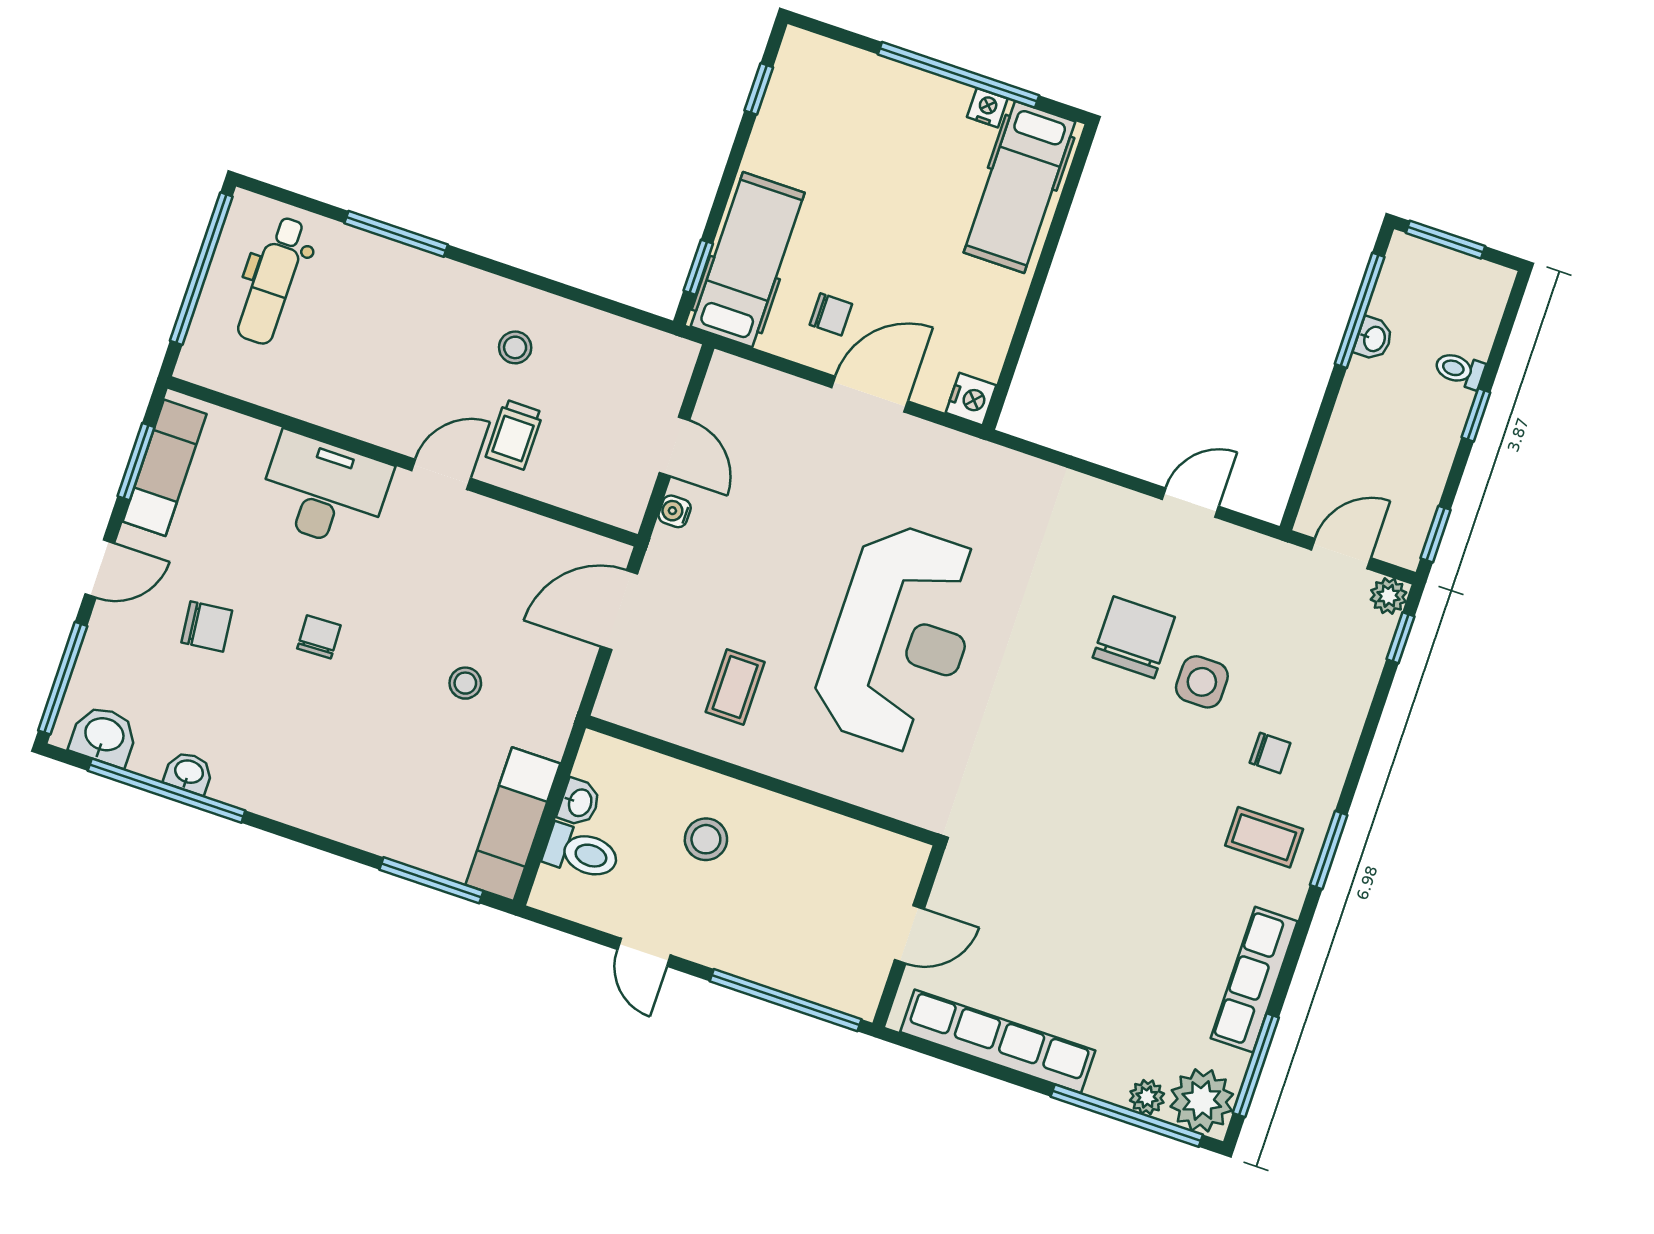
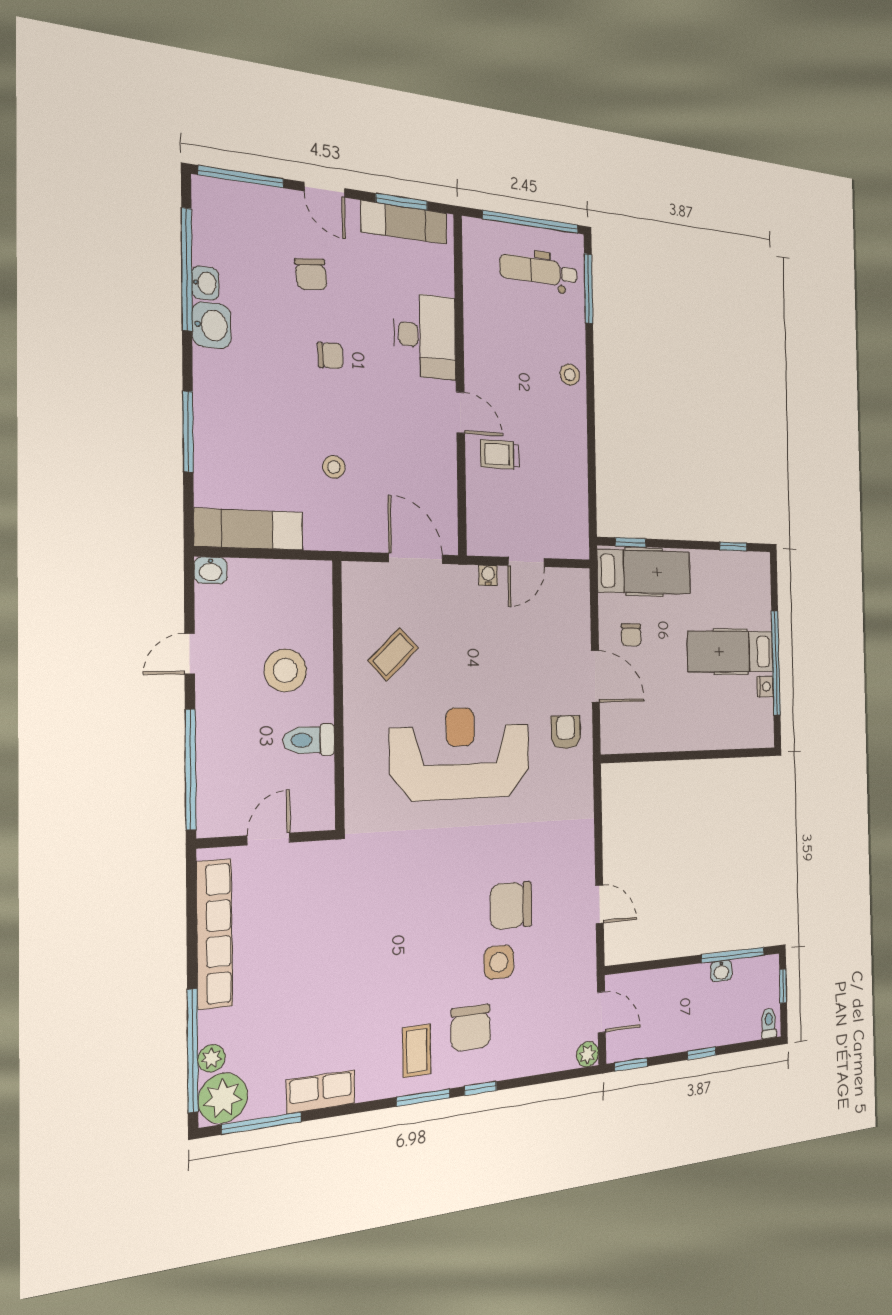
hospital bed: (1020, 187) -> (731, 652), moved
window: (396, 234) -> (588, 289), moved
window: (1445, 240) -> (783, 986), width x0.67
stool: (515, 347) -> (570, 375), moved
toilet: (1460, 370) -> (769, 1023), moved
nightstand: (971, 399) -> (613, 741), removed
armchair: (931, 469) -> (566, 732), added
chair: (1134, 637) -> (511, 905), turned 180
reception desk: (900, 638) -> (460, 753), turned 180
window: (1401, 638) -> (480, 1088), moved
coffee table: (735, 687) -> (393, 654), turned -44
washbasin: (104, 736) -> (212, 325), moved
chair: (1270, 753) -> (471, 1028), width x1.87, depth x1.87
washbasin: (579, 802) -> (211, 570), moved
stool: (706, 839) -> (285, 670), width x1.38, depth x1.38
toilet: (581, 852) -> (309, 740), moved, turned 90
window: (431, 880) -> (188, 431), moved
door: (909, 934) -> (269, 839), swing flipped
row of seats: (1254, 980) -> (321, 1092), width x0.68

